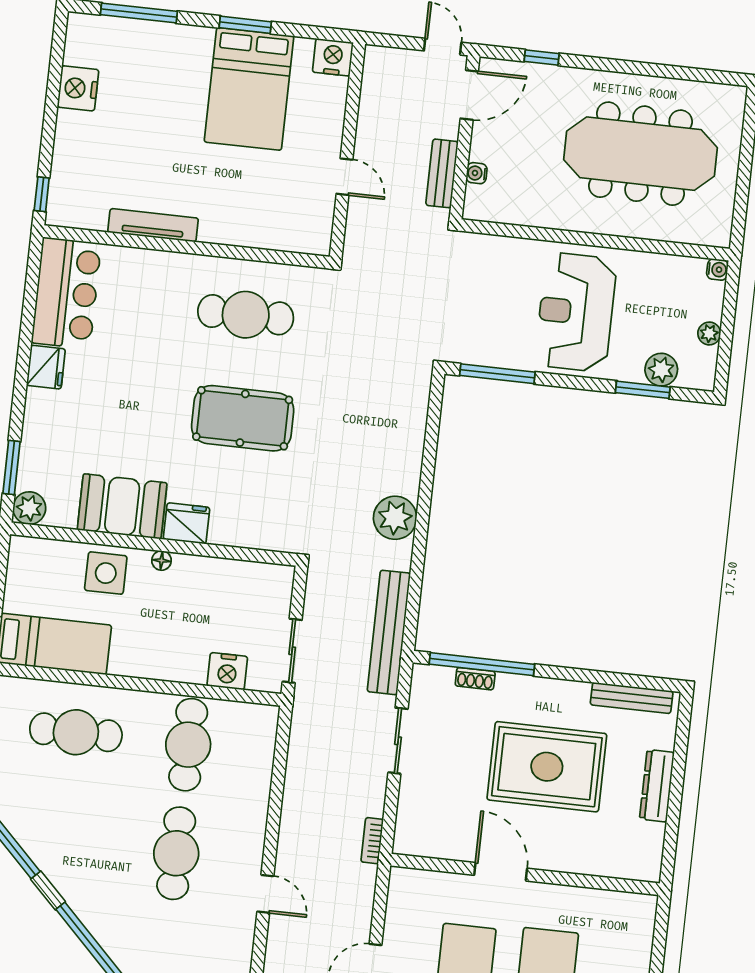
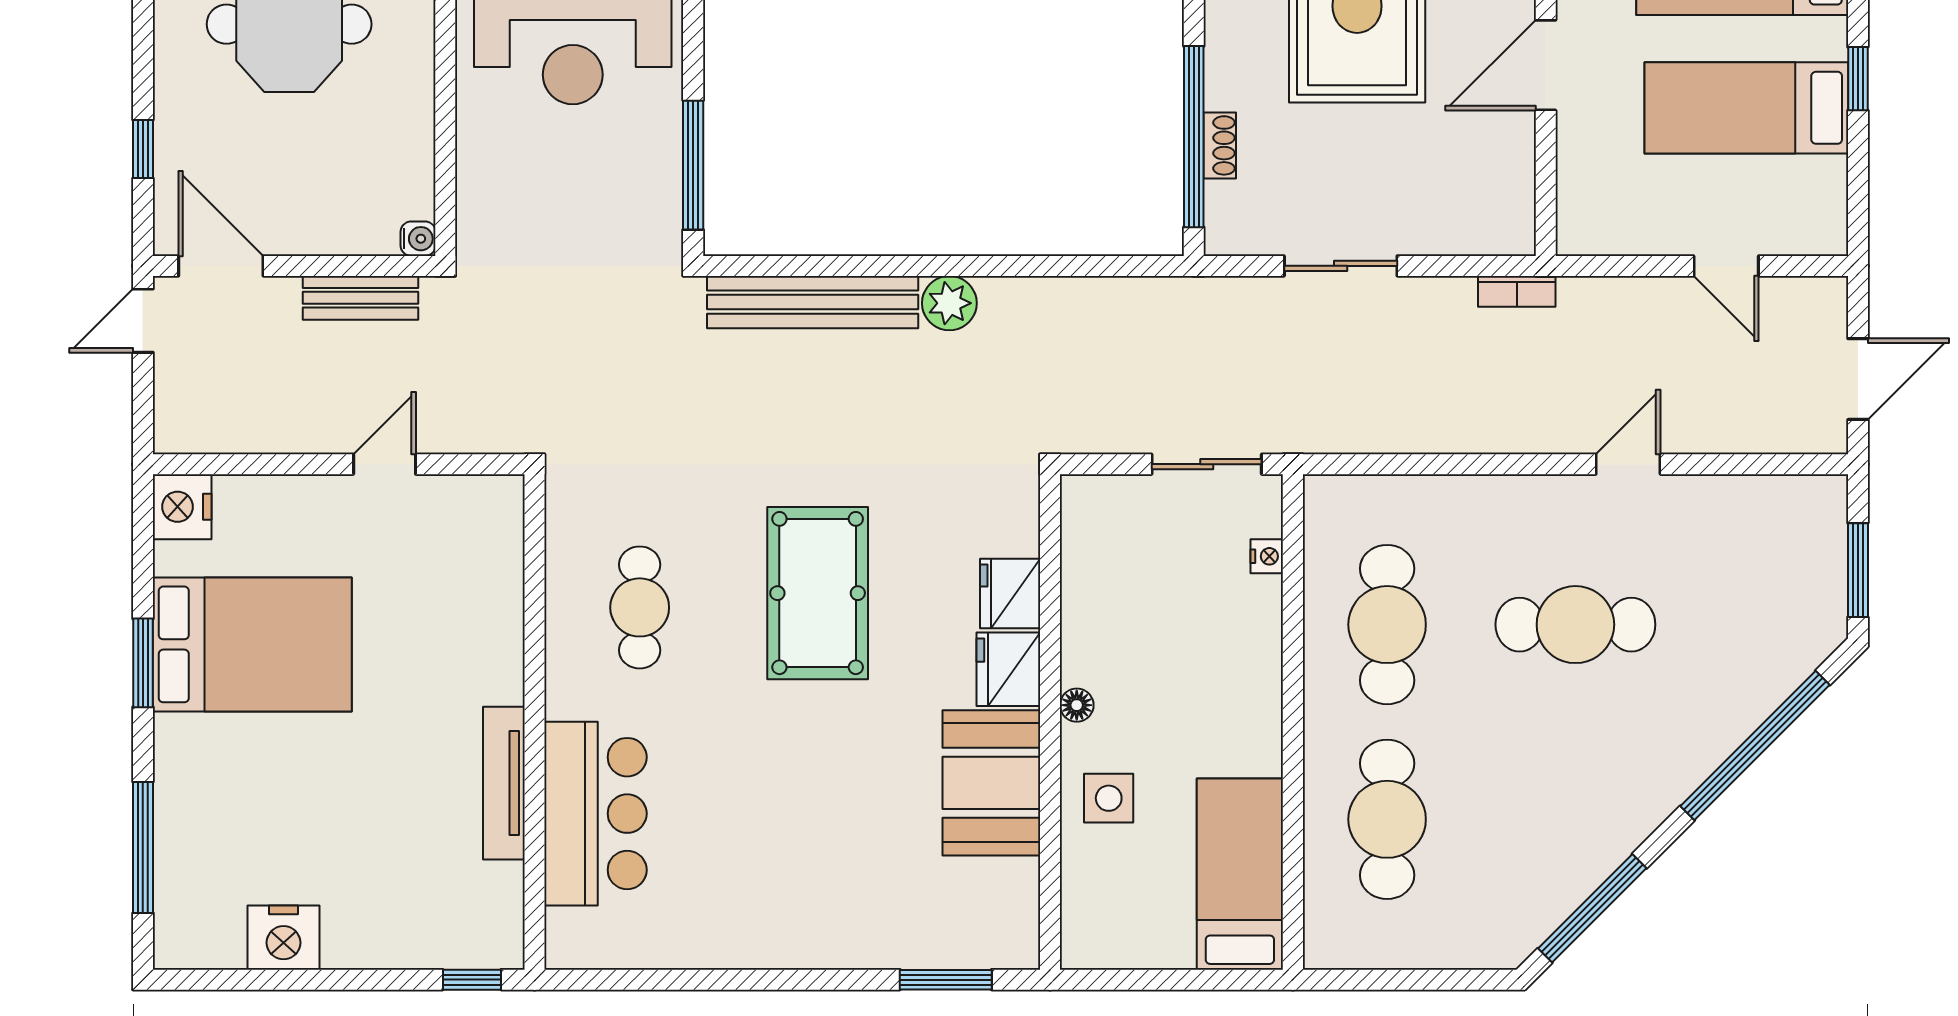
water cooler: (477, 173) -> (418, 239), moved, turned -90
bar counter: (66, 293) -> (596, 814), moved, turned 90
cafe table: (246, 315) -> (640, 607), width x0.73, depth x0.74
fridge: (46, 367) -> (1010, 594), moved, turned -90
plant: (29, 508) -> (1012, 942), removed
plant: (395, 518) -> (949, 303), width x0.73, depth x0.73
side table: (106, 573) -> (1109, 798), width x0.73, depth x0.73
bench: (389, 632) -> (813, 302), moved
nightstand: (227, 671) -> (1267, 556), width x0.53, depth x0.56
cafe table: (188, 745) -> (1387, 625), turned 90

